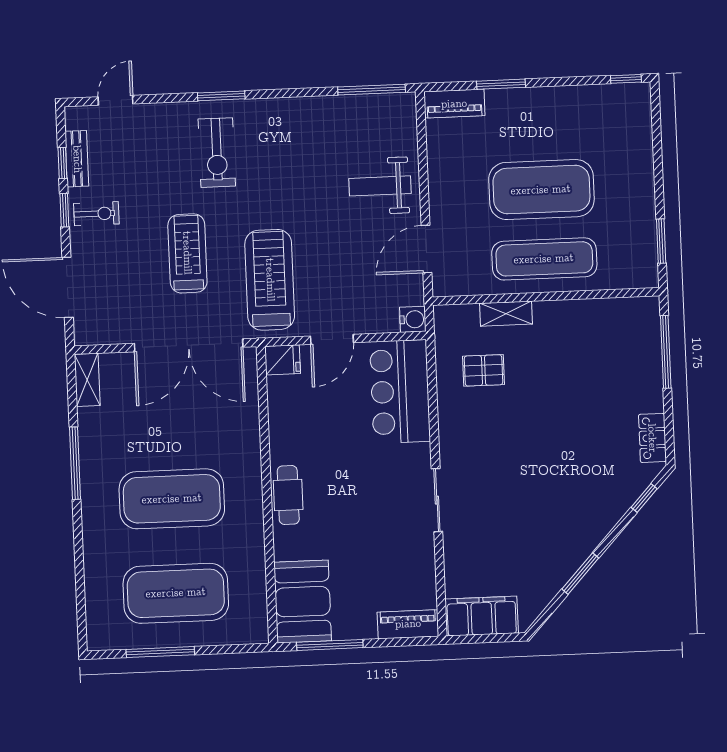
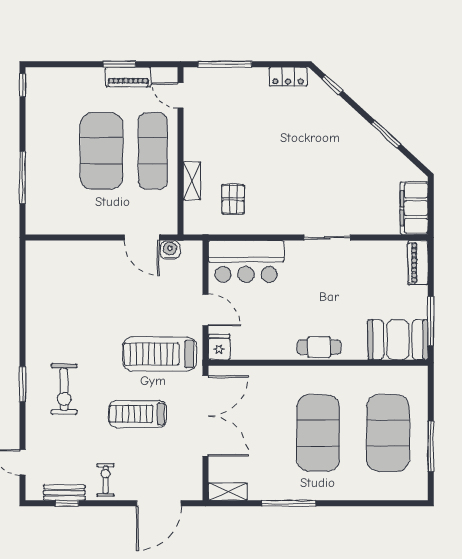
window: (501, 84) -> (22, 177), width x1.44
window: (372, 90) -> (22, 273), removed
piano: (454, 104) -> (128, 77), moved, turned 90
exercise bike: (217, 153) -> (64, 389), turned 90
weight bench: (380, 186) -> (94, 270), removed
window: (64, 210) -> (102, 503), removed
window: (661, 241) -> (119, 64), moved
door: (621, 293) -> (180, 95), added
water cooler: (413, 319) -> (170, 250), moved

